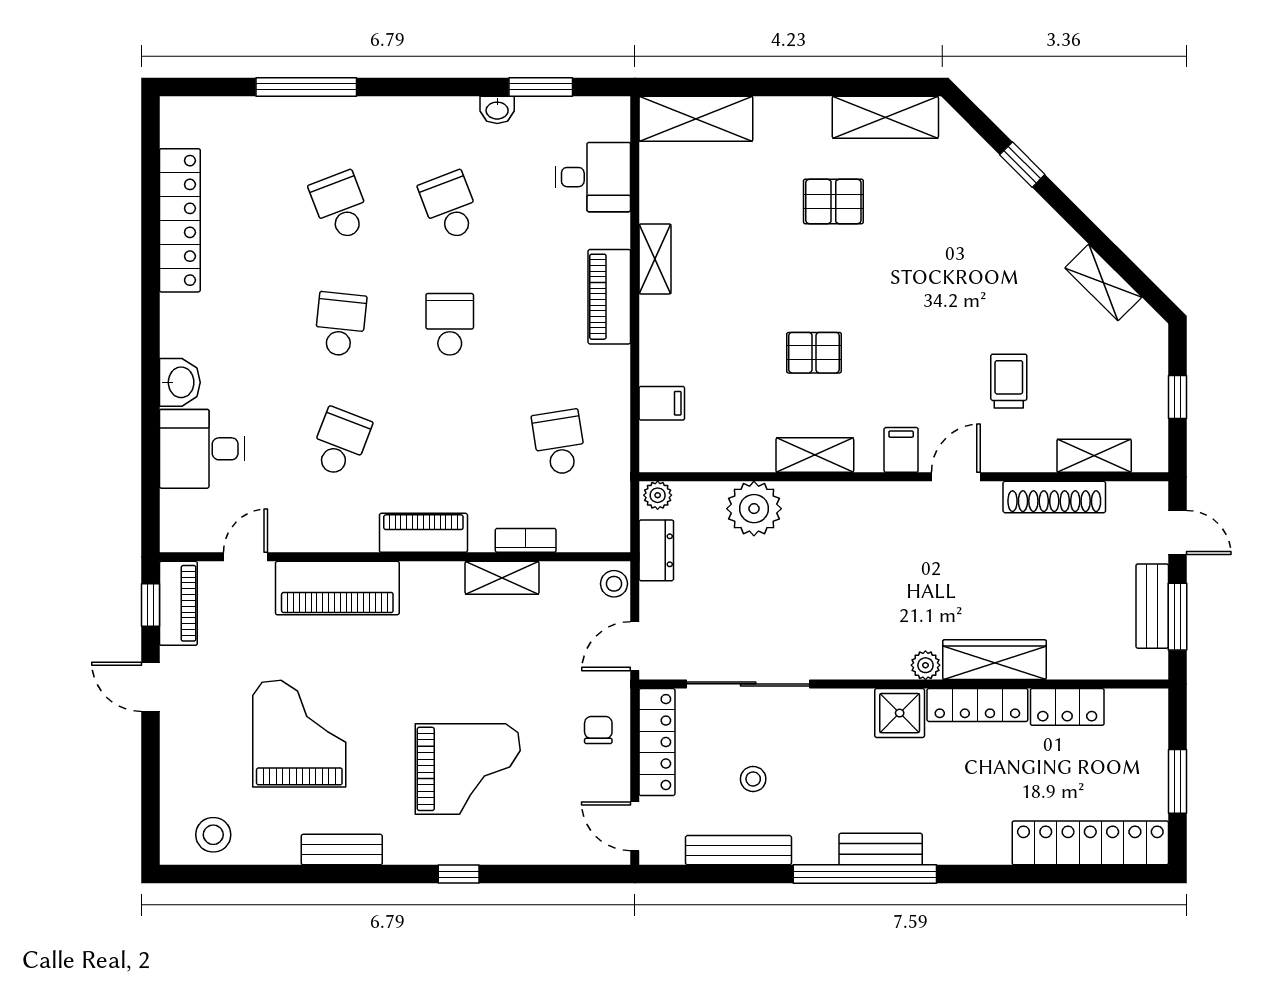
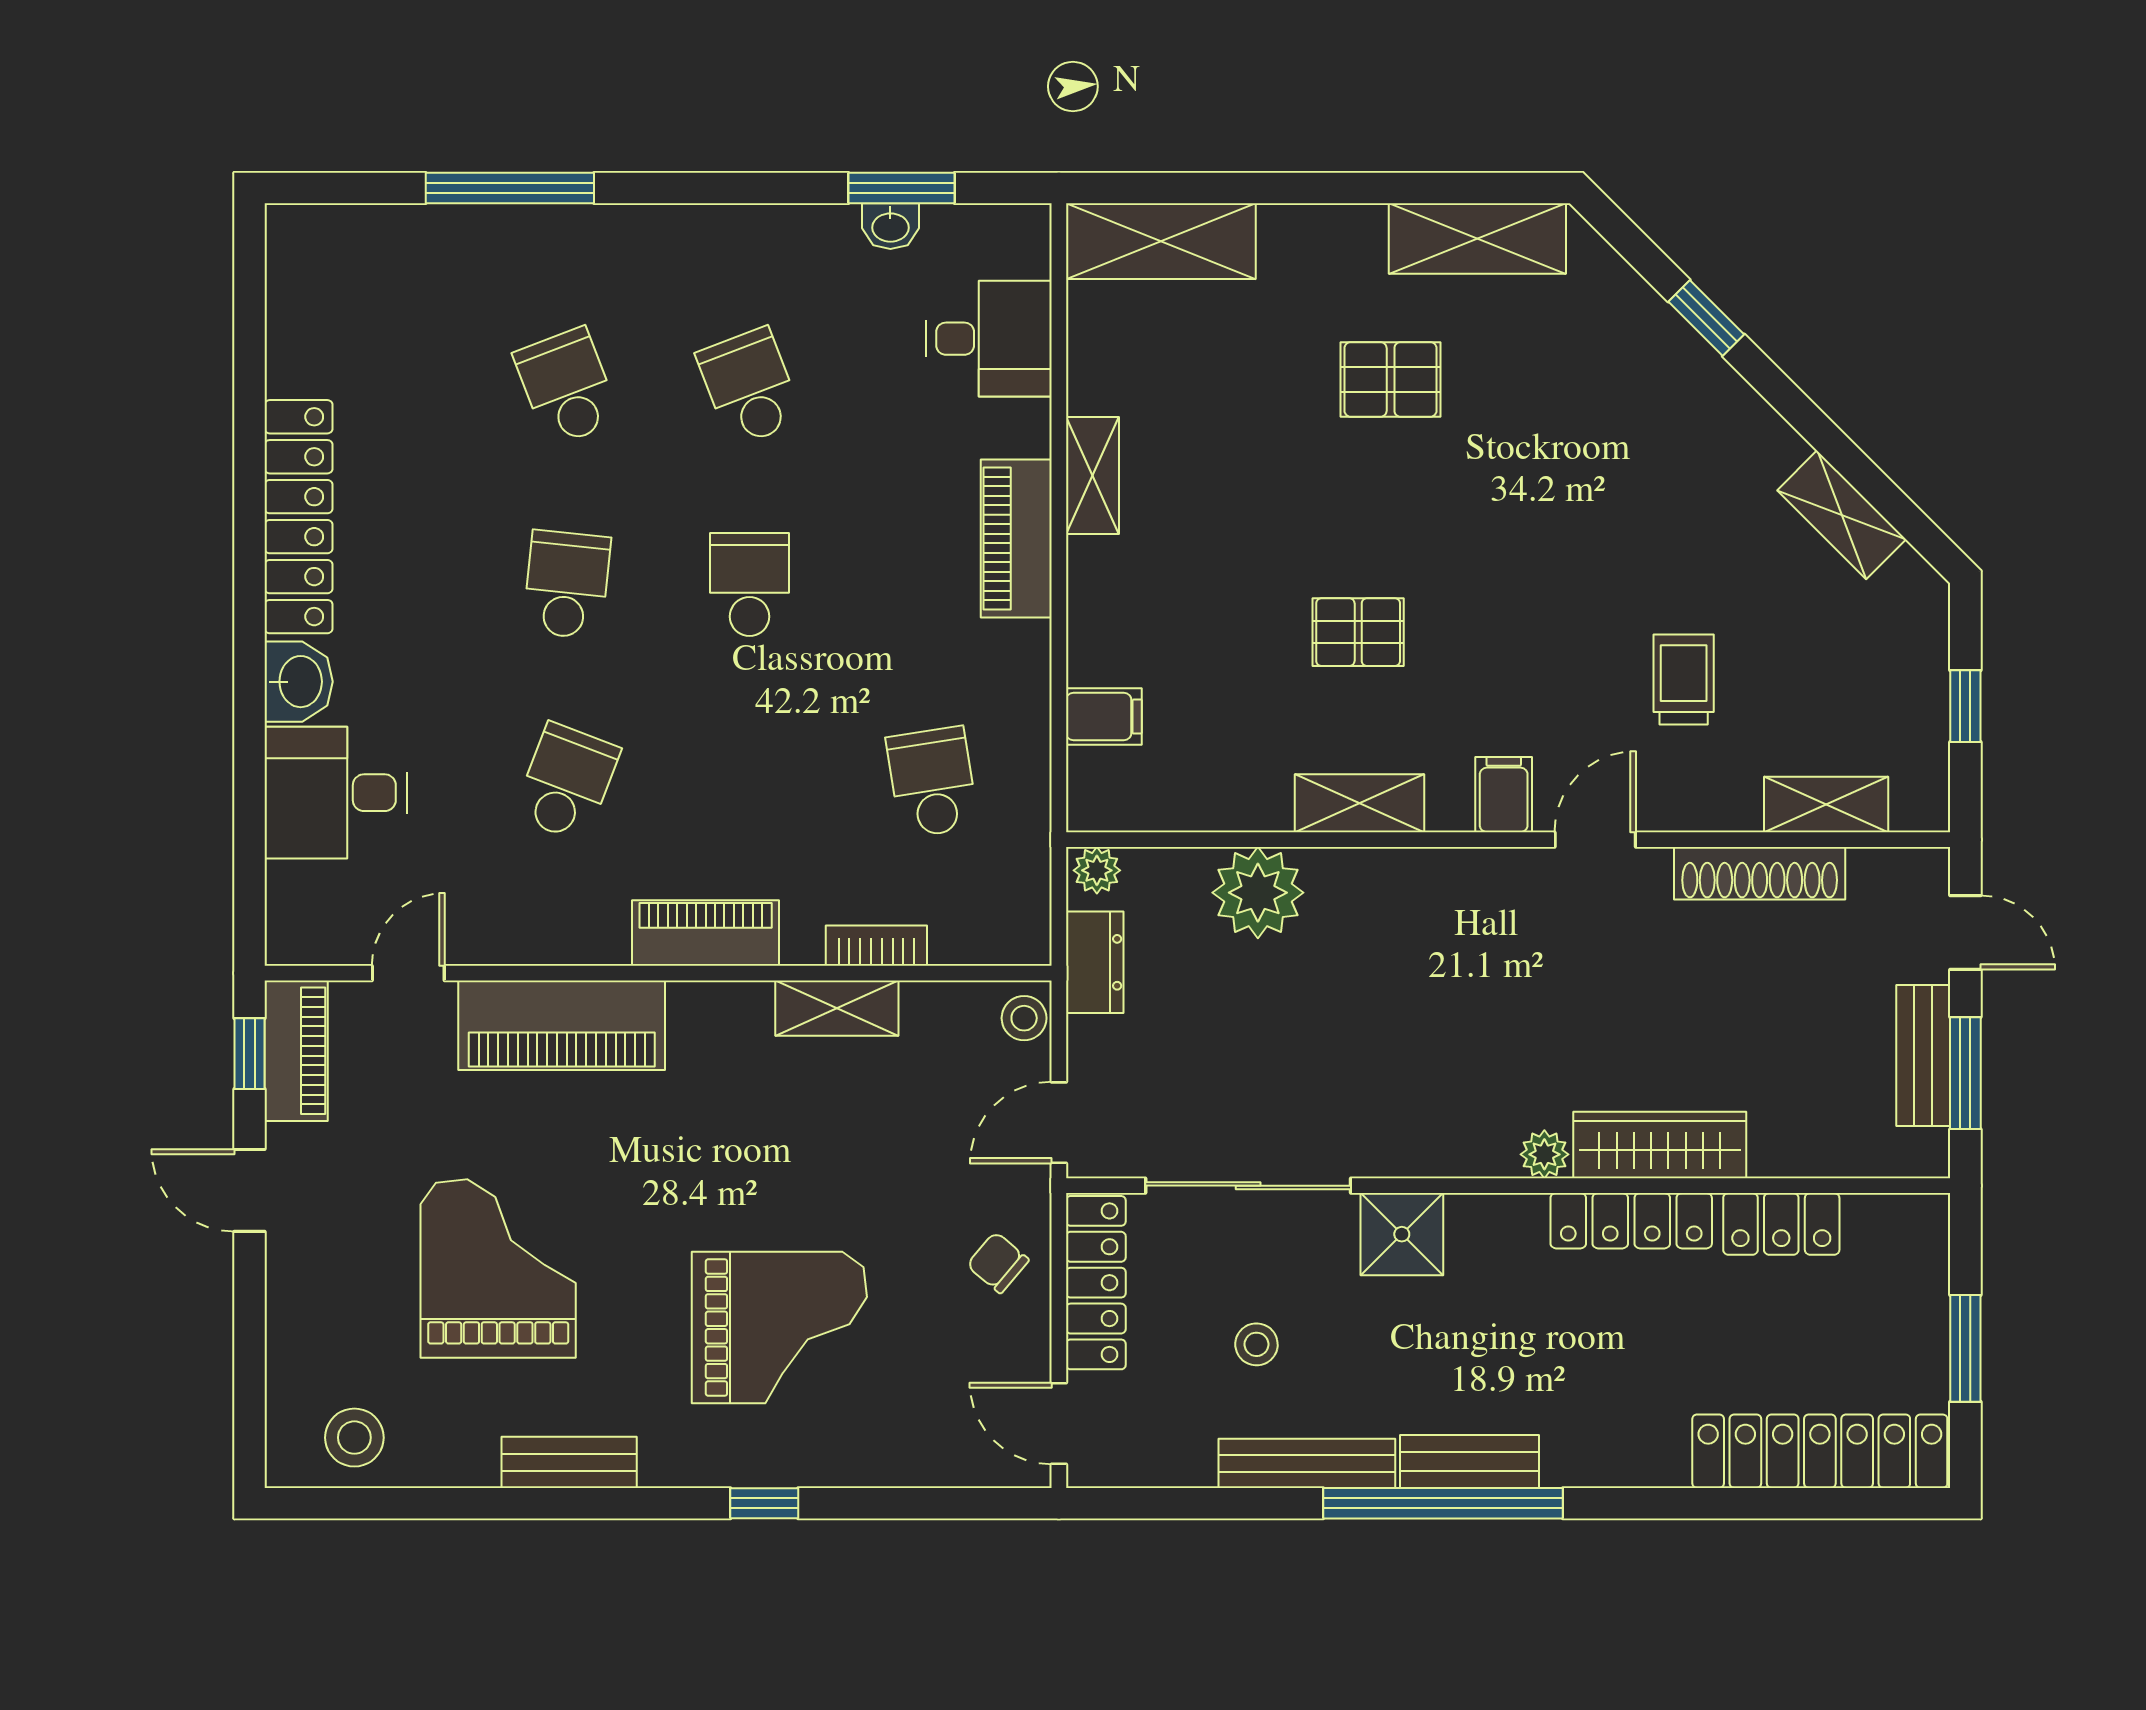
washbasin: (497, 110) -> (890, 226), moved
locker: (180, 220) -> (299, 517), moved
shower: (900, 713) -> (1402, 1234), moved
chair: (598, 730) -> (998, 1263), turned -50
bench: (738, 850) -> (1307, 1463), moved

